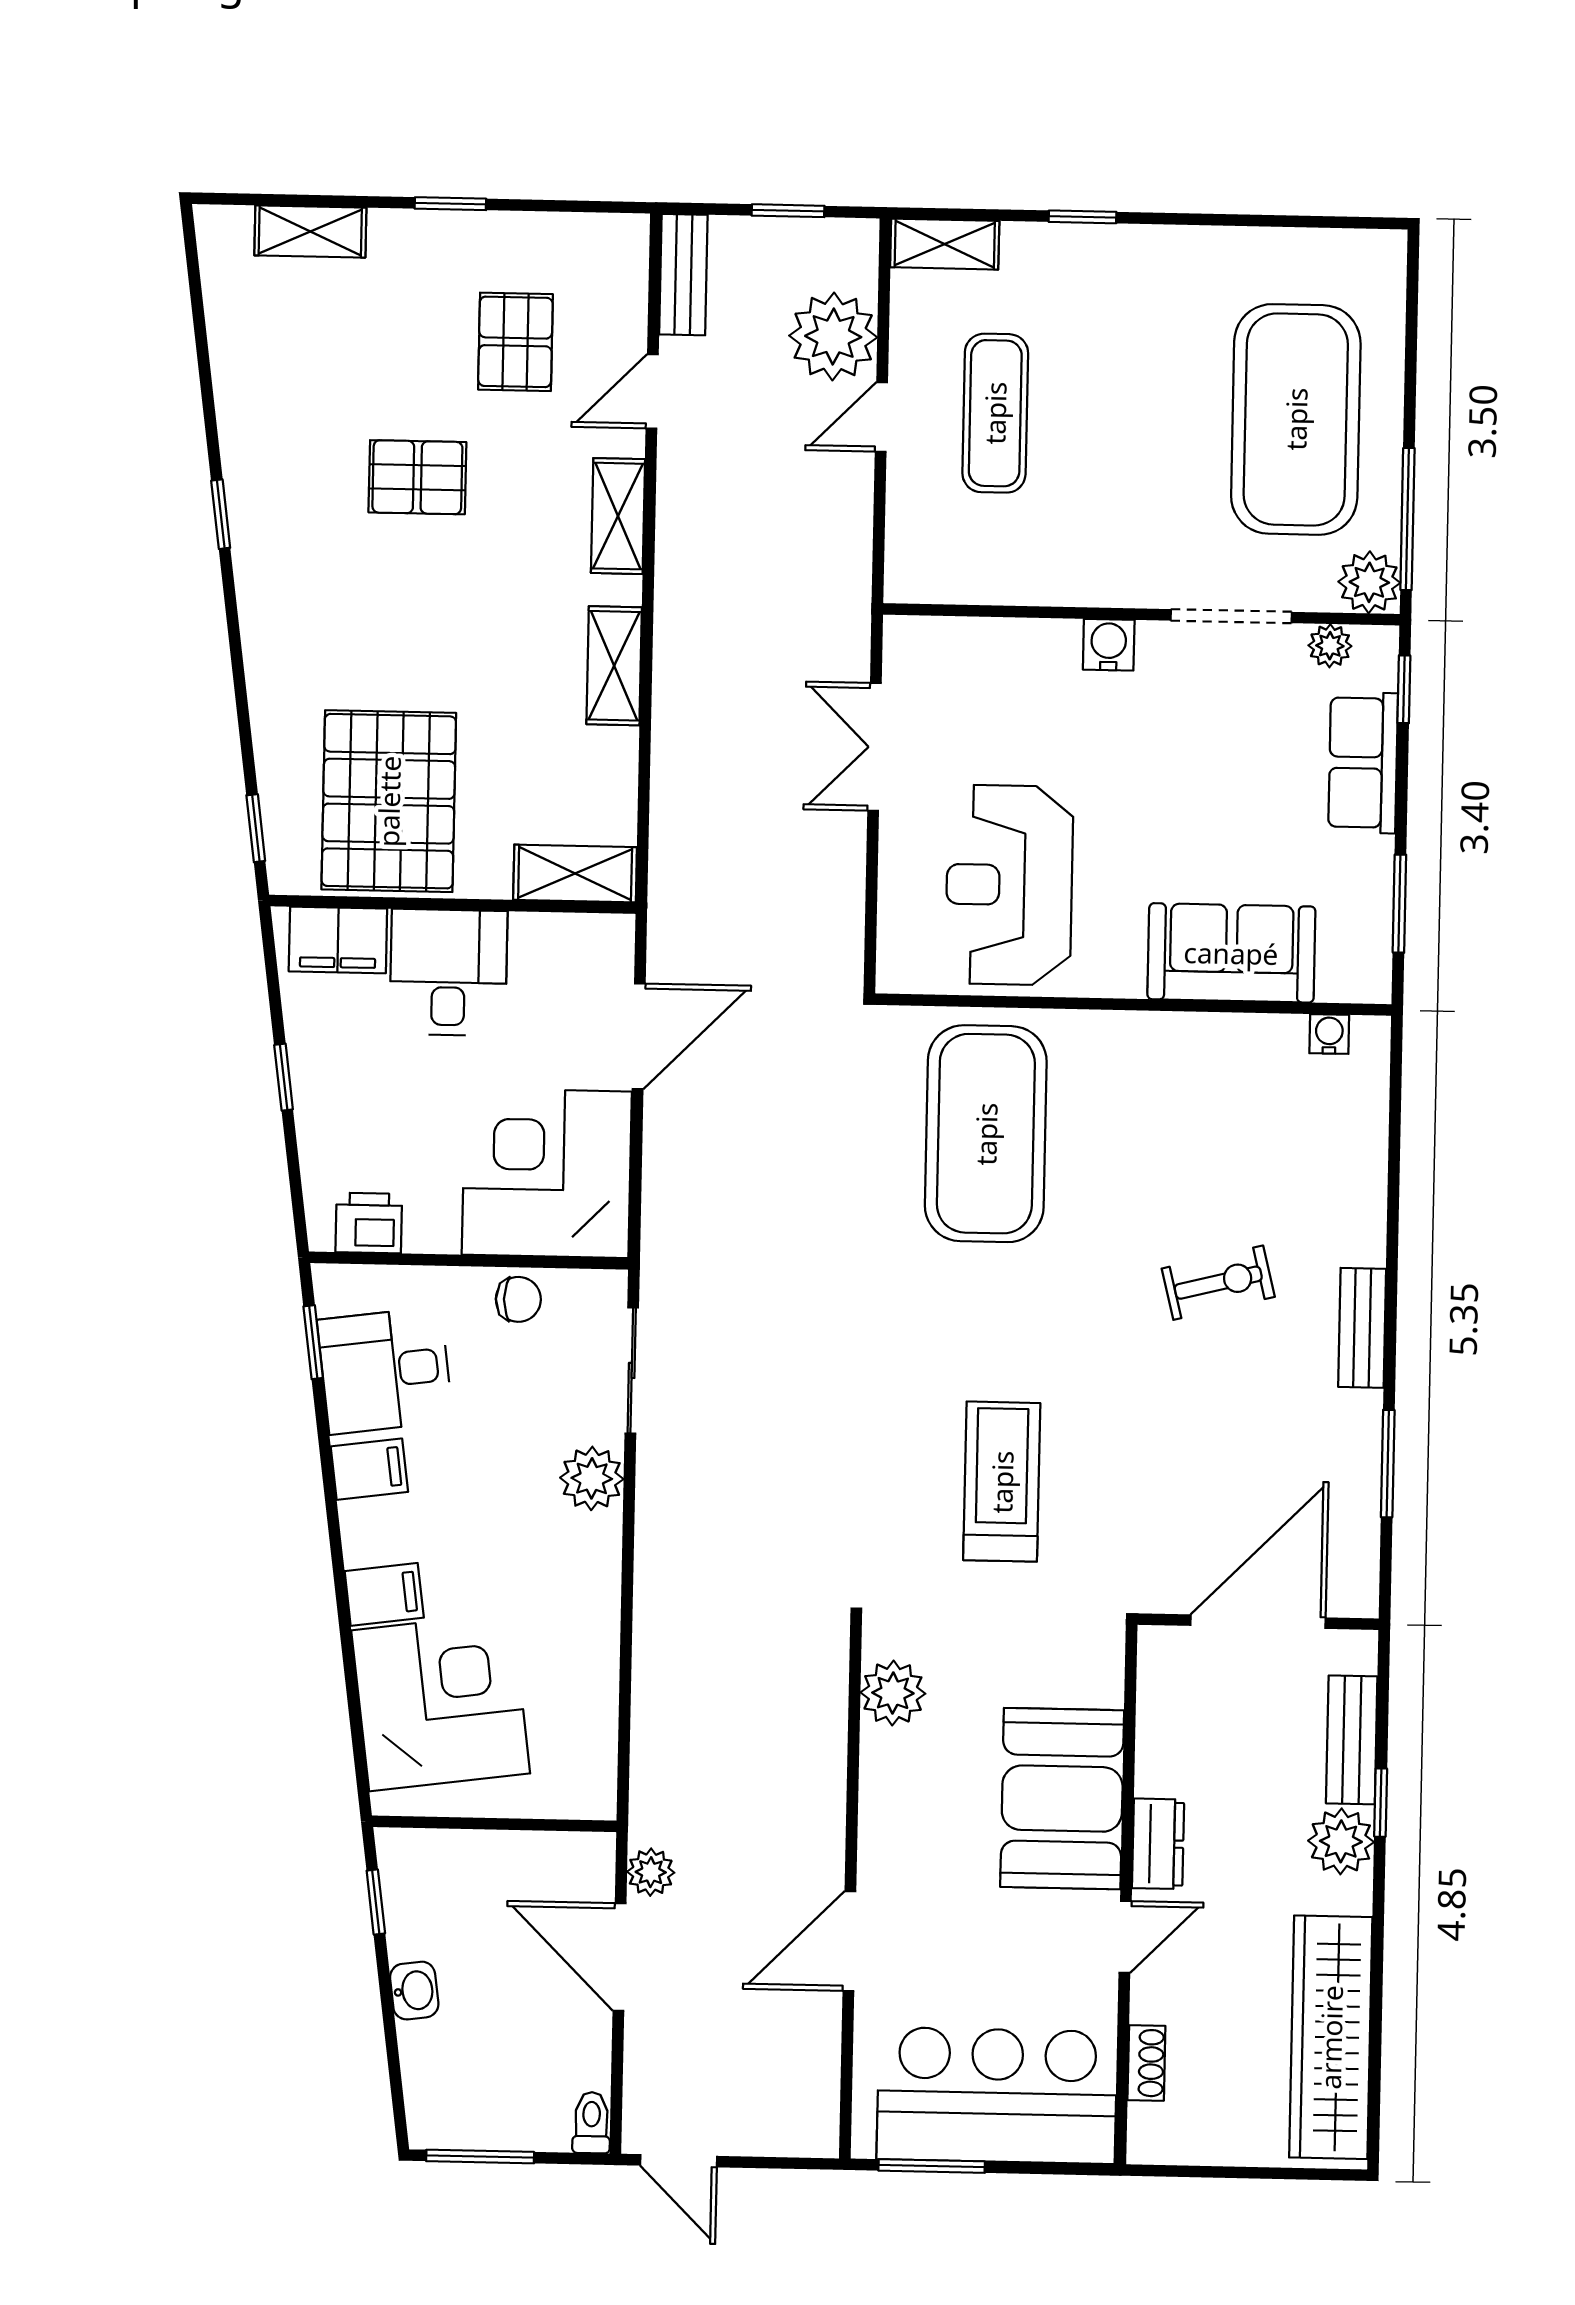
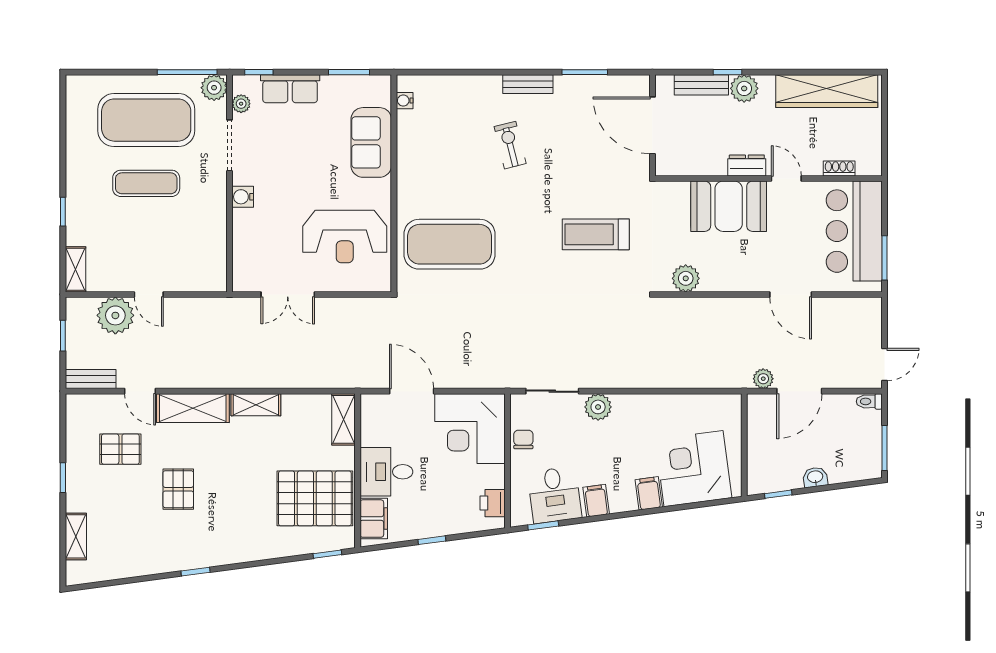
exercise mat: (995, 413) -> (146, 183), moved
shelving: (618, 516) -> (193, 408), width x1.50, depth x1.33

